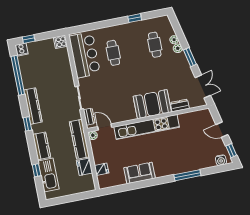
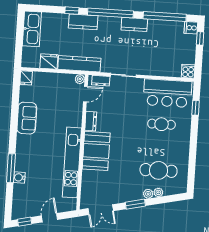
window: (135, 18) -> (196, 108), moved
cafe table: (155, 45) -> (159, 170), width x1.37, depth x1.35
dresser: (180, 105) -> (91, 121), moved
kitchen counter: (33, 106) -> (134, 24), width x0.67
window: (27, 124) -> (110, 13), width x3.17
kitchen unit: (147, 127) -> (72, 162), moved
water cooler: (221, 160) -> (19, 177), moved
fridge: (102, 169) -> (26, 78), moved
window: (37, 170) -> (72, 11), moved
kitchen sink: (48, 175) -> (32, 29), moved, turned -90

